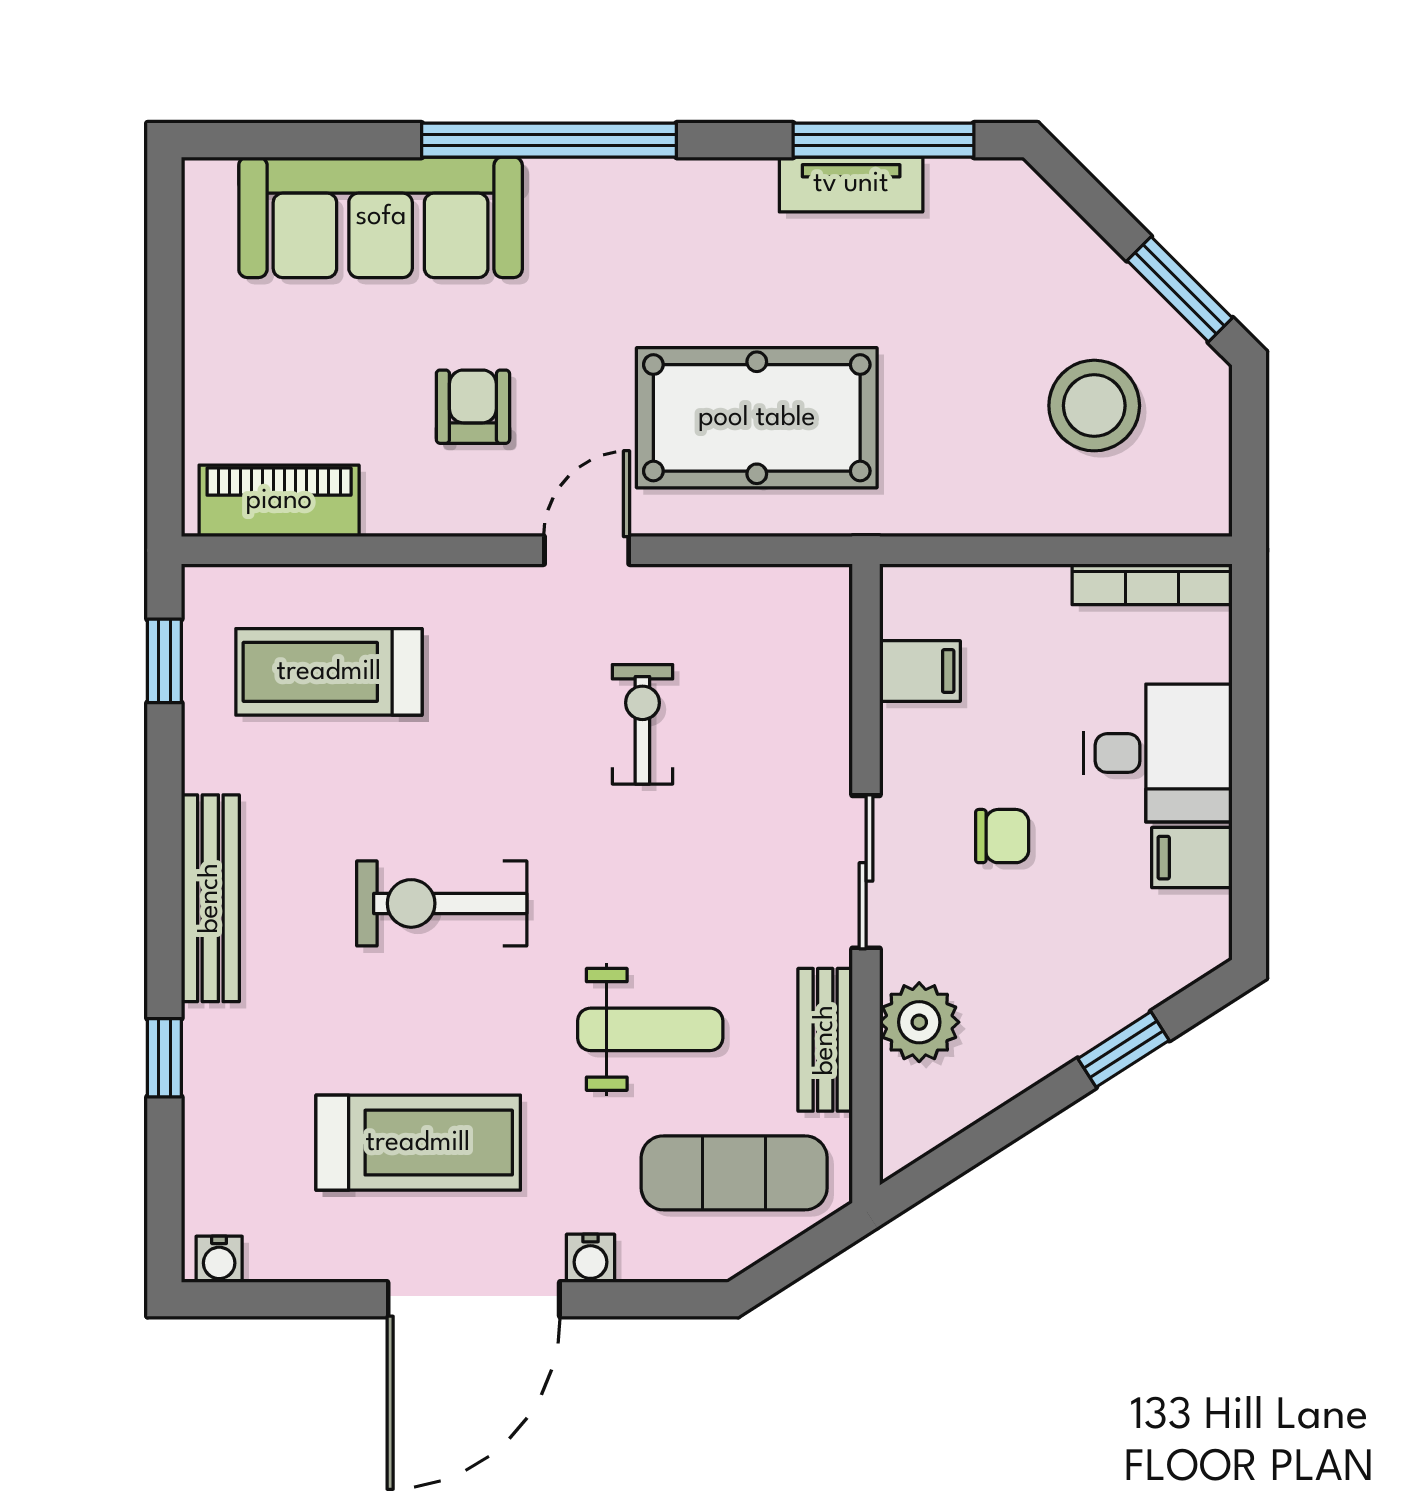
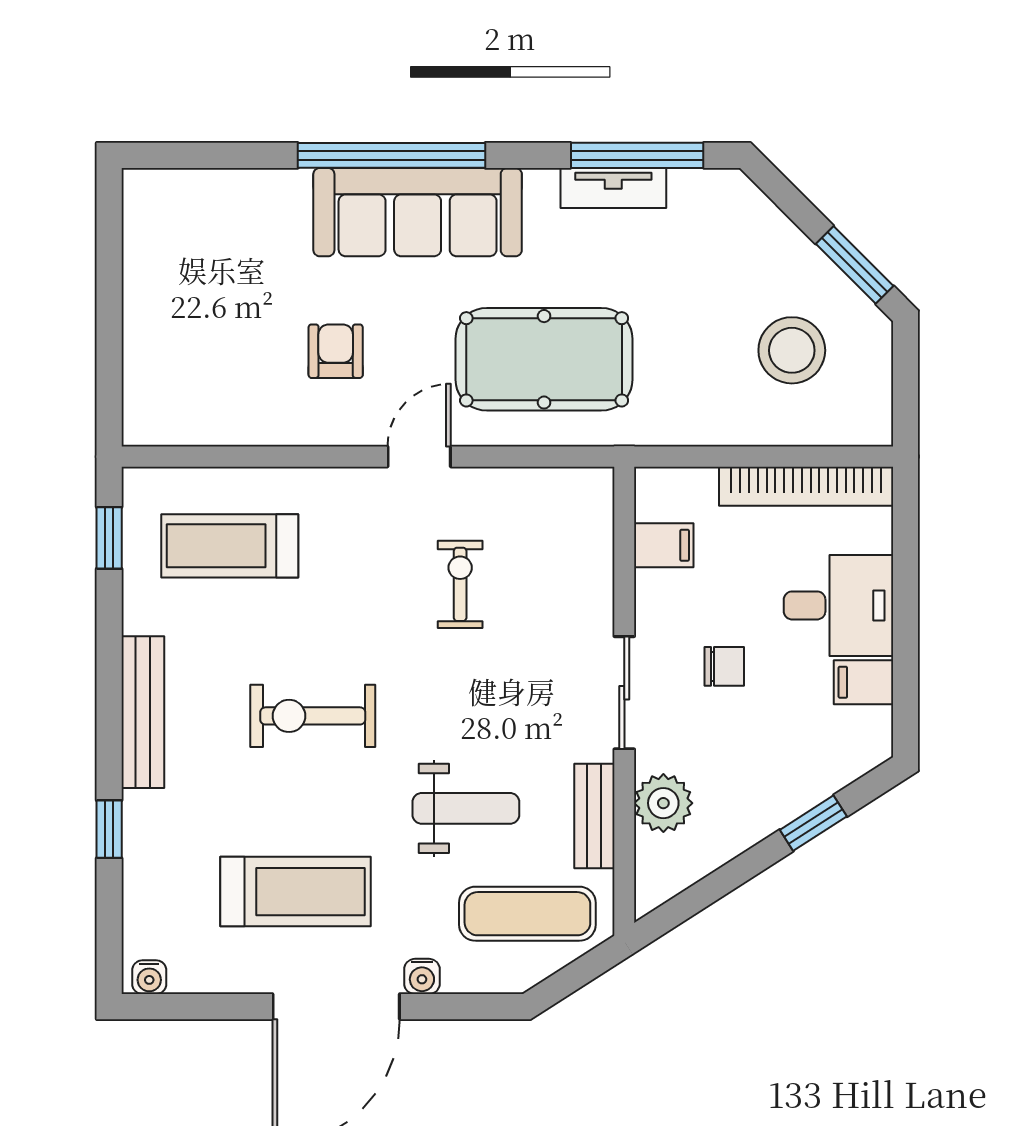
sofa: (381, 217) -> (418, 212), moved
piano: (279, 501) -> (193, 420), removed
bookcase: (1152, 584) -> (806, 486), width x1.48, depth x1.31

